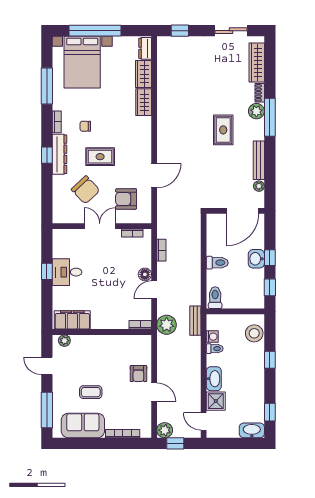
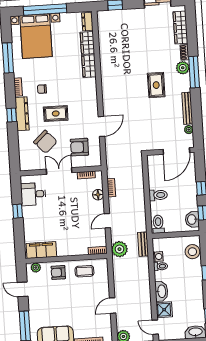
washbasin: (256, 259) -> (192, 219), moved
desk: (67, 272) -> (33, 194), moved
floor lamp: (145, 274) -> (98, 195), moved
armchair: (138, 374) -> (58, 272), moved, turned 90
coffee table: (91, 392) -> (84, 271), moved
door: (154, 392) -> (113, 306), swing flipped

